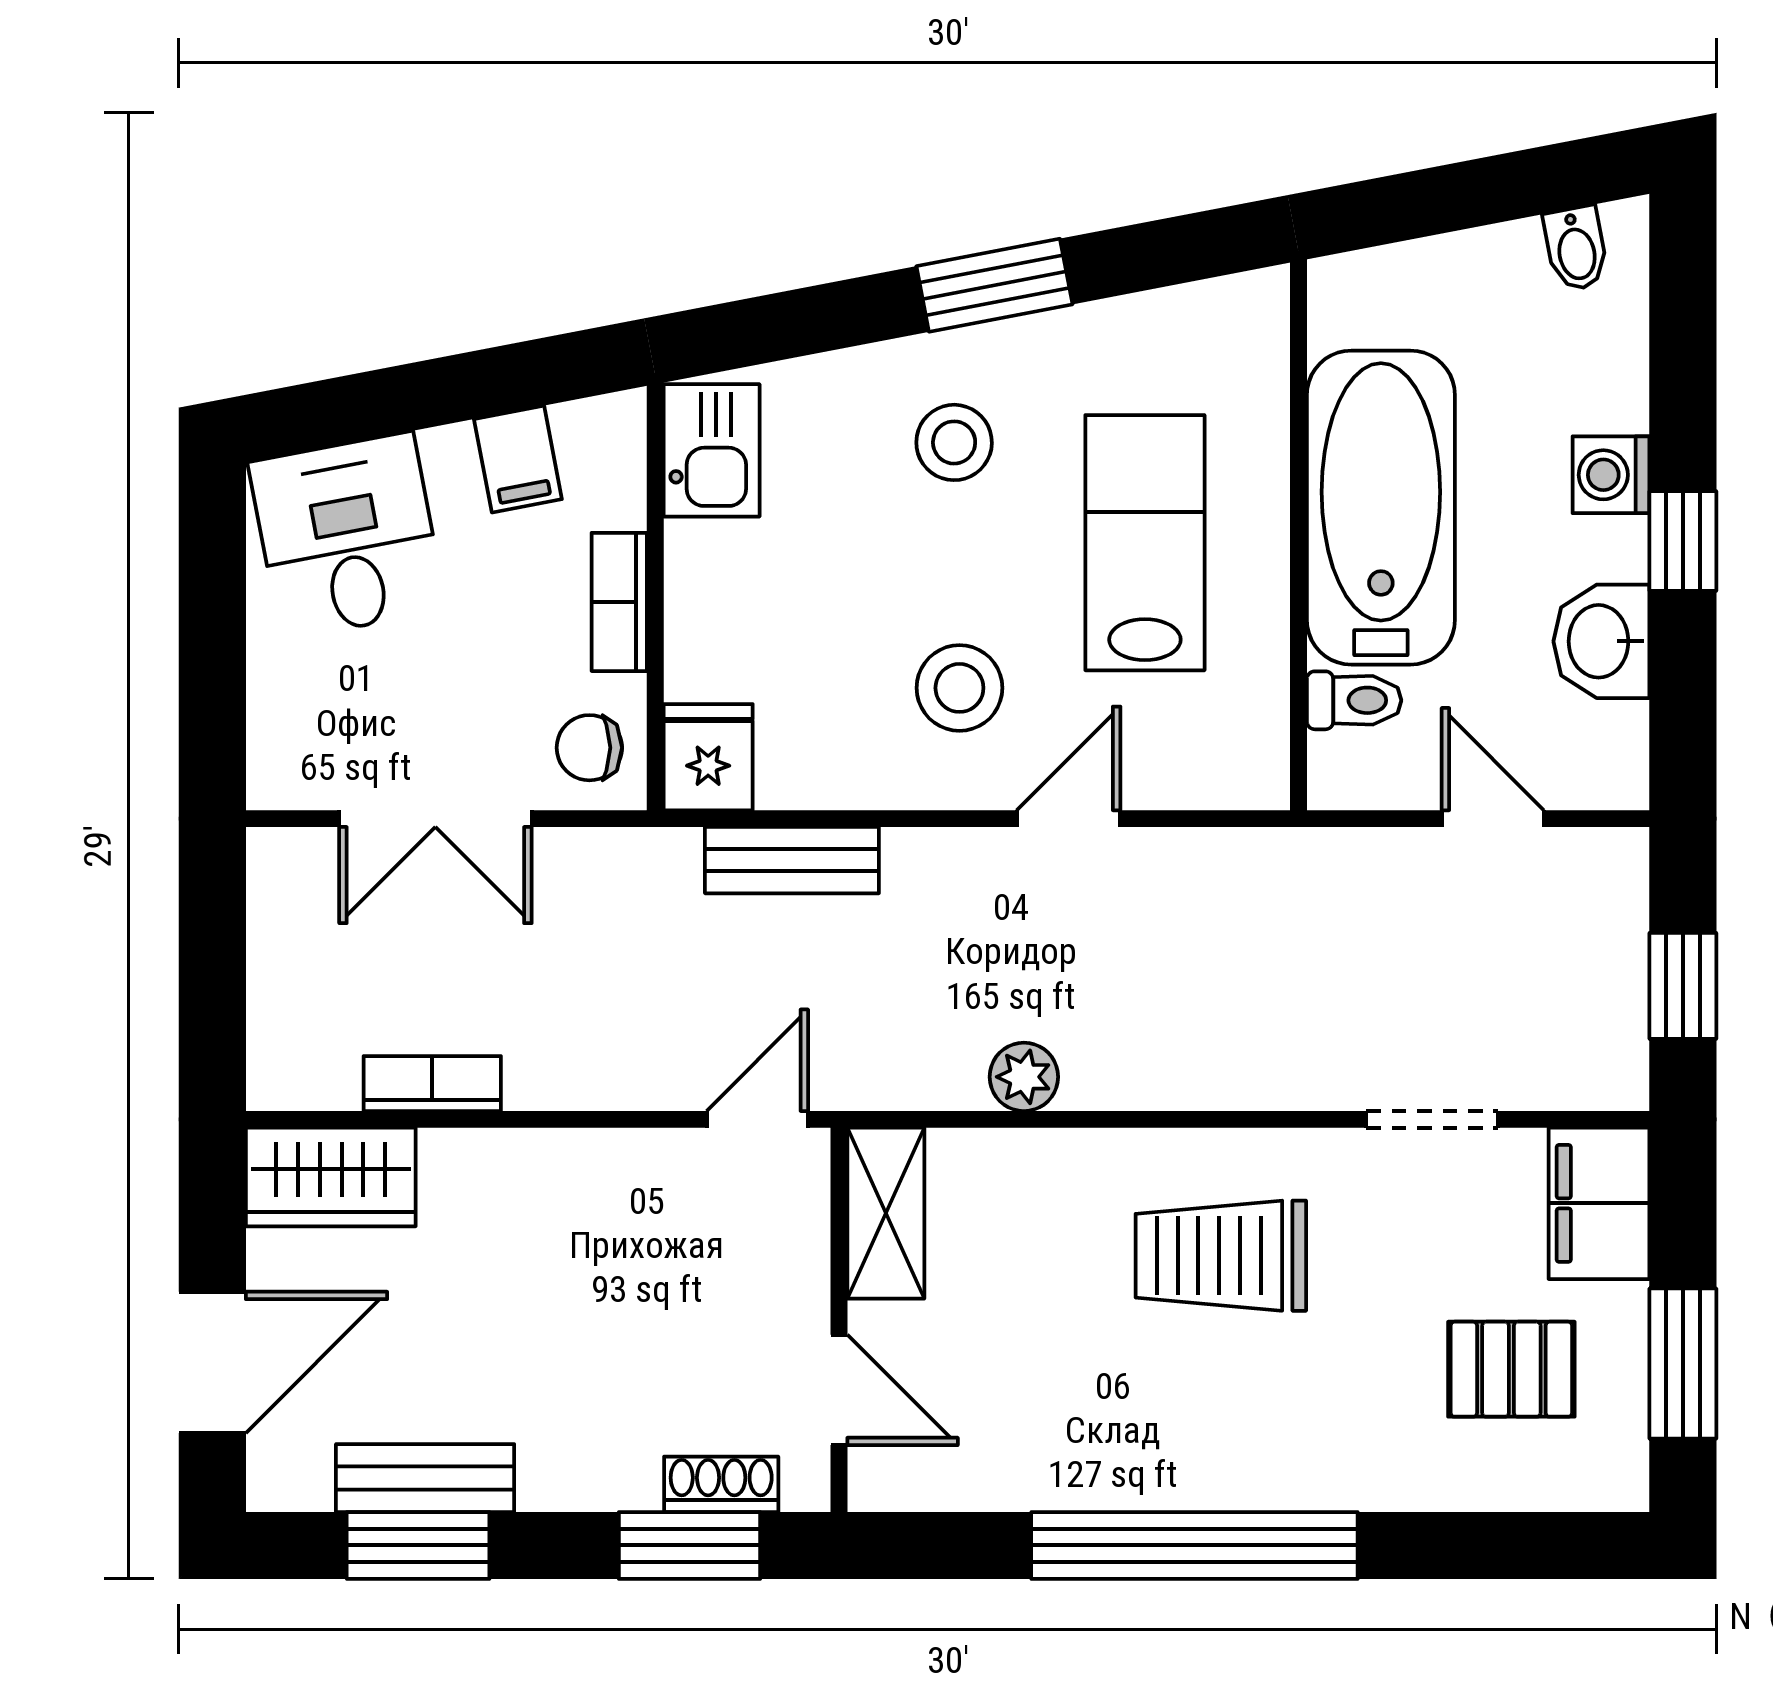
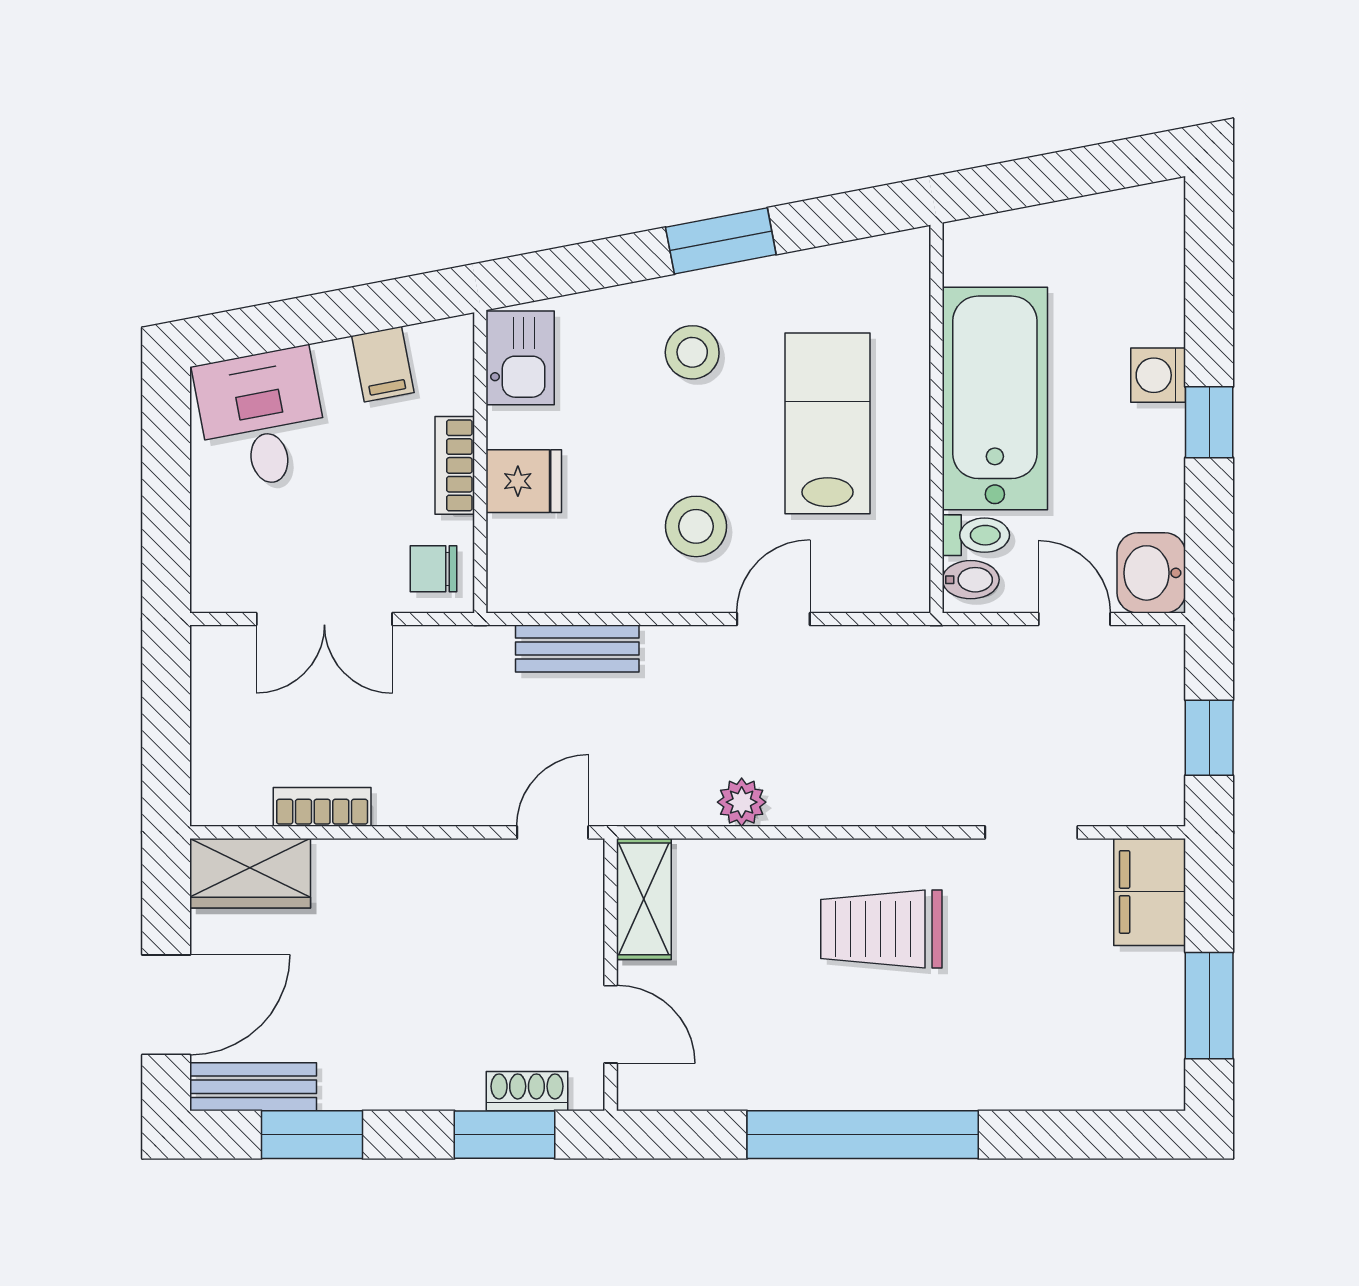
bidet: (1576, 248) -> (971, 580), moved, turned -79
washbasin: (1601, 641) -> (1151, 573), moved
fridge: (708, 757) -> (524, 481), moved, turned 90
pallet: (1511, 1369) -> (1087, 1010), removed
bench: (425, 1478) -> (253, 1087), moved

